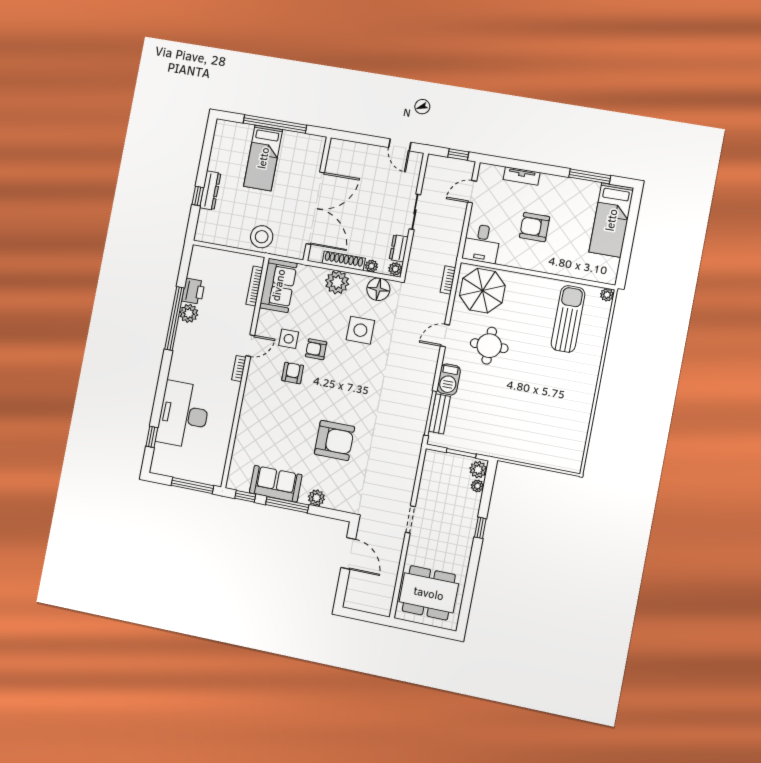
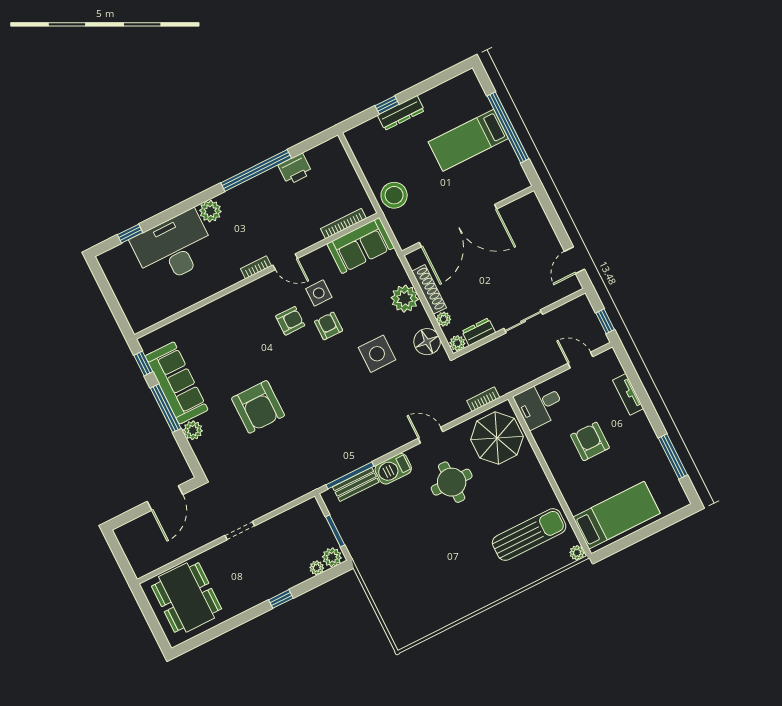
bed: (611, 220) -> (616, 515), moved, turned 180
plant: (189, 313) -> (210, 211), moved
sofa: (276, 484) -> (177, 383), width x1.36
window: (192, 486) -> (115, 307), removed

